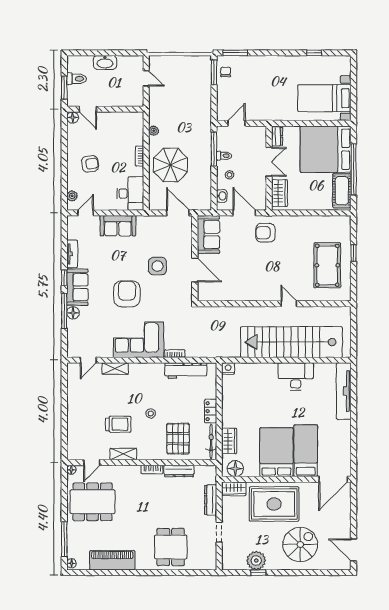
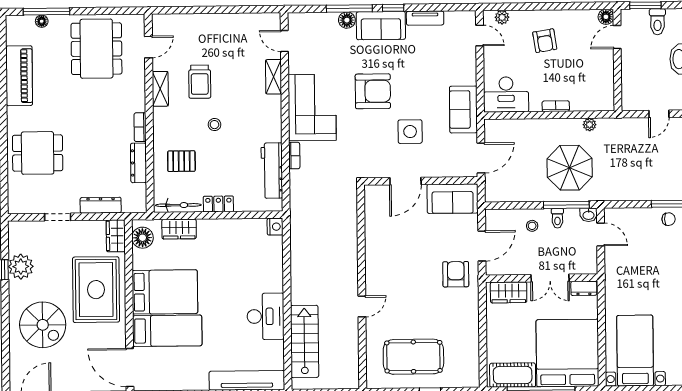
parasol: (170, 165) -> (570, 168), moved
washbasin: (222, 196) -> (589, 215), moved
sofa: (118, 226) -> (463, 110), moved
stairs: (291, 342) -> (305, 341), width x0.54, depth x0.66
pallet: (178, 439) -> (181, 161), width x0.67, depth x0.71
door: (92, 463) -> (149, 47), swing flipped
floor lamp: (71, 470) -> (139, 20), removed
floor lamp: (71, 563) -> (42, 21), moved

